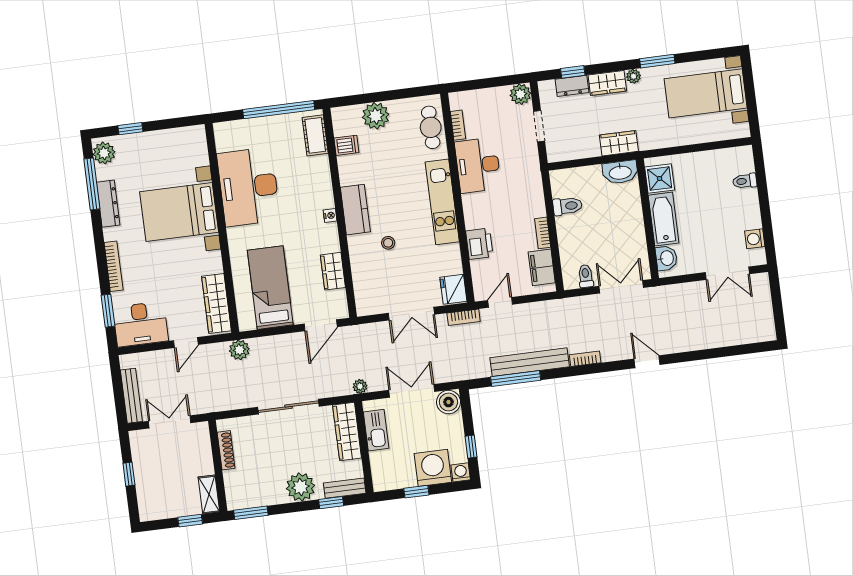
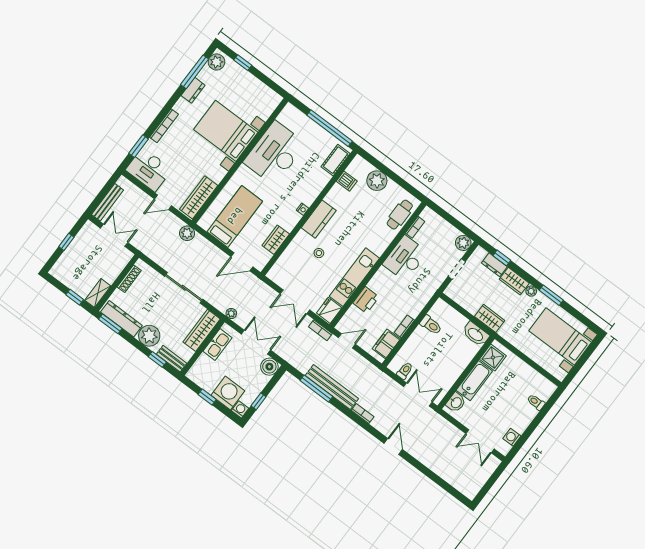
kitchen unit: (442, 202) -> (354, 277), moved
dresser: (108, 204) -> (193, 90), width x0.70
dresser: (257, 497) -> (121, 319), added

